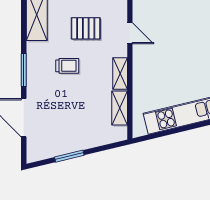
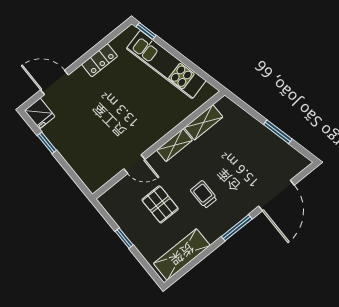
door: (130, 33) -> (134, 164), swing flipped

